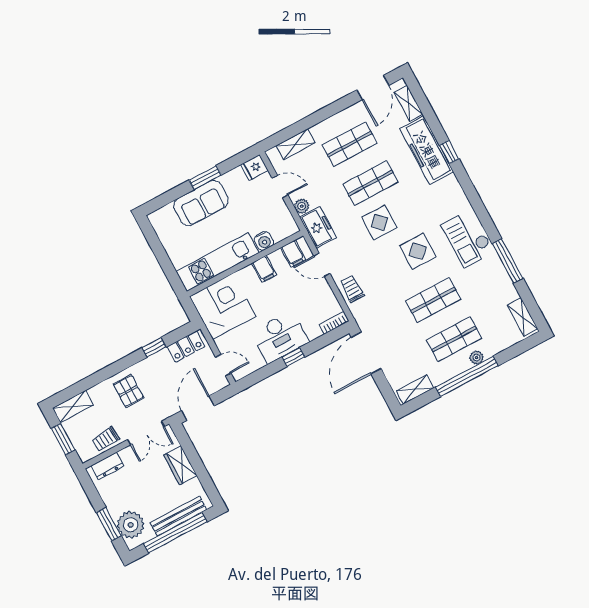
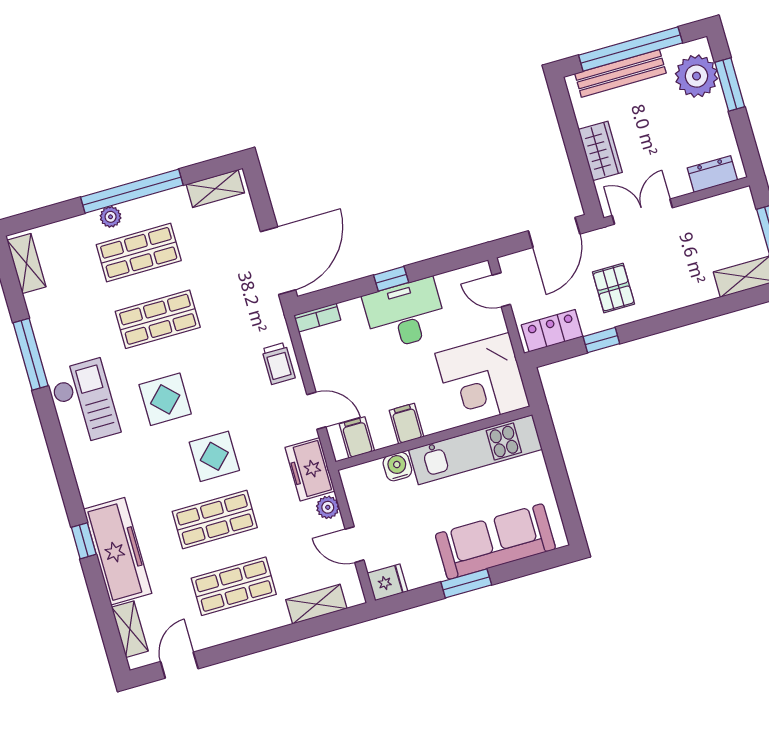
door: (373, 88) -> (179, 665), width x0.73
sofa: (201, 203) -> (495, 542), width x1.36
pallet: (128, 391) -> (614, 288), moved
trolley: (106, 439) -> (706, 216), removed

